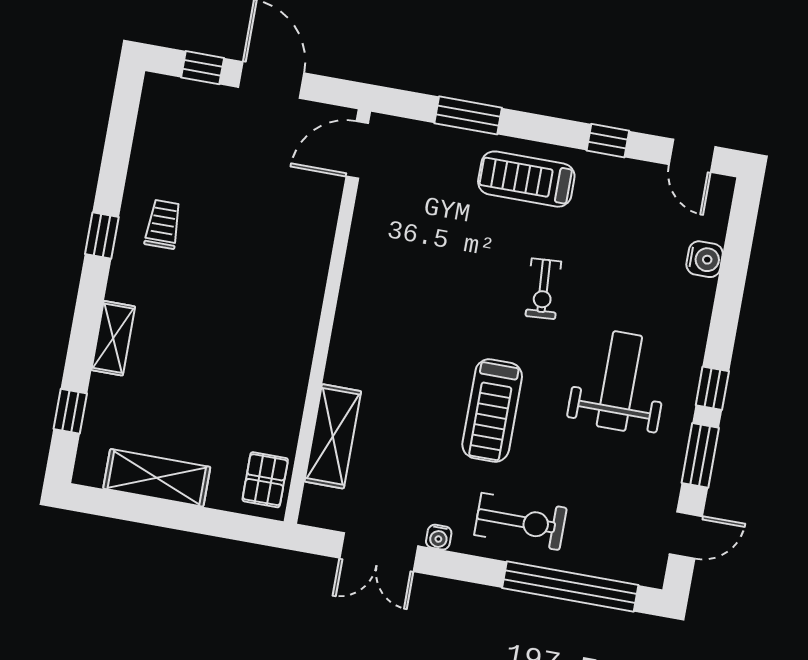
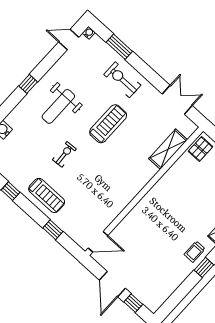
window: (468, 115) -> (53, 230), width x0.67
trolley: (163, 224) -> (195, 252), moved
window: (700, 455) -> (47, 64), removed
water cooler: (439, 537) -> (89, 33), moved
window: (570, 587) -> (119, 47), width x0.47

